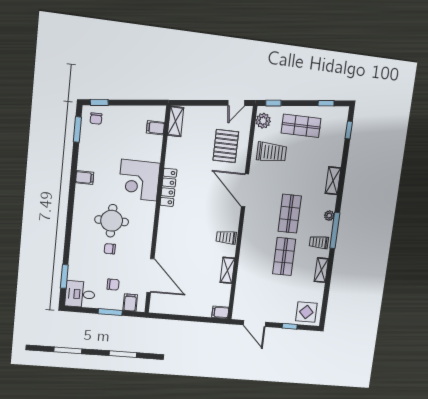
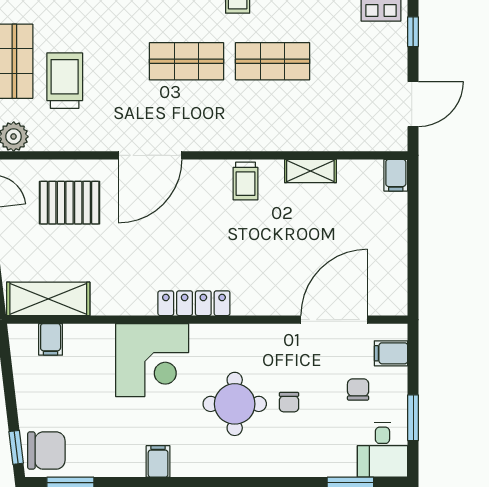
chair: (96, 119) -> (46, 451), width x1.87, depth x1.87
shelving: (176, 121) -> (48, 299), width x1.50, depth x1.33
trolley: (271, 152) -> (65, 81), moved
locker: (168, 187) -> (194, 303), moved
window: (110, 312) -> (413, 418), moved

